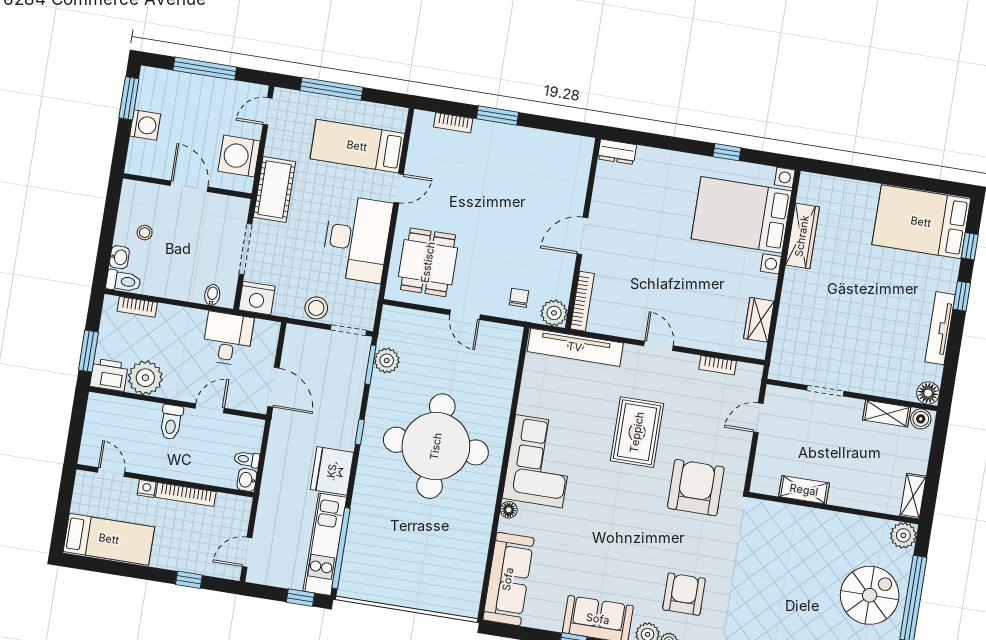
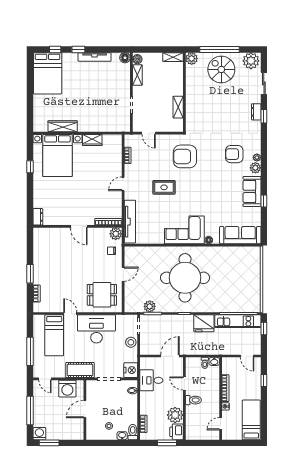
washing machine: (145, 125) -> (39, 434), moved
wardrobe: (759, 320) -> (92, 140), moved
rug: (637, 432) -> (164, 187), width x0.73, depth x0.70

